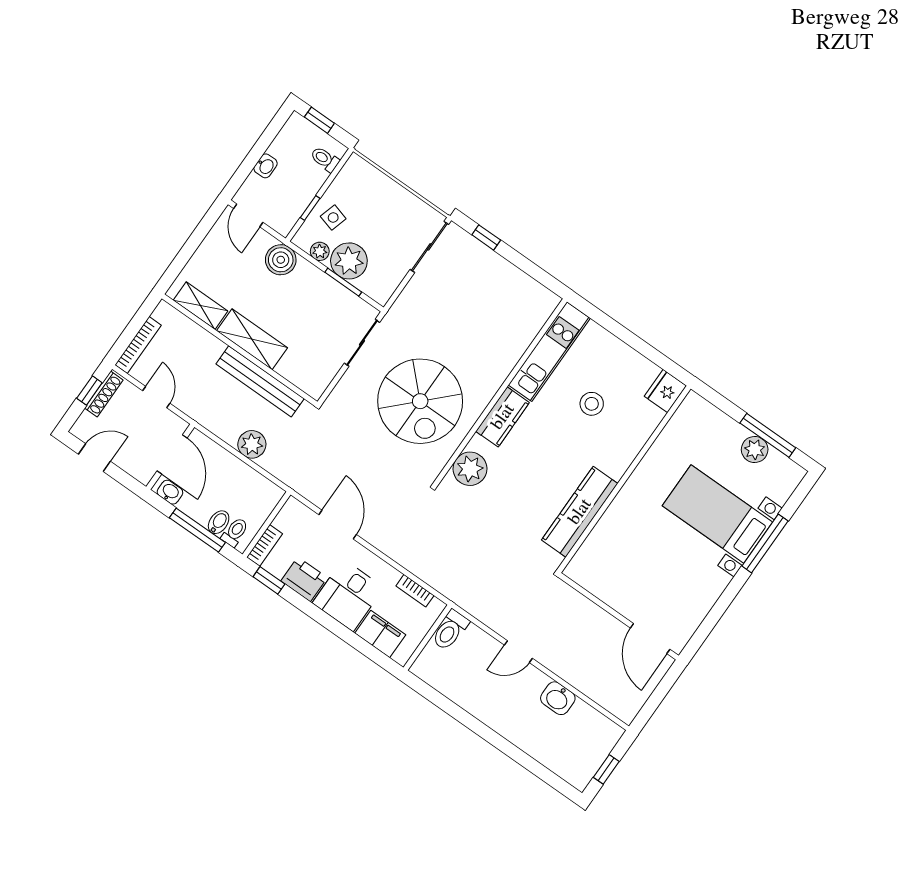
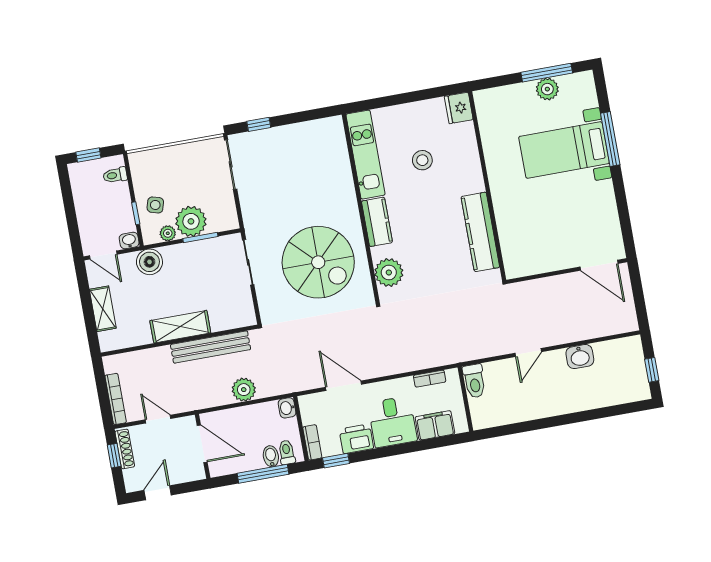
washbasin: (266, 166) -> (129, 241), moved, turned -90
shelving: (201, 306) -> (103, 309), moved, turned 90
washbasin: (170, 492) -> (287, 408), moved, turned -90

